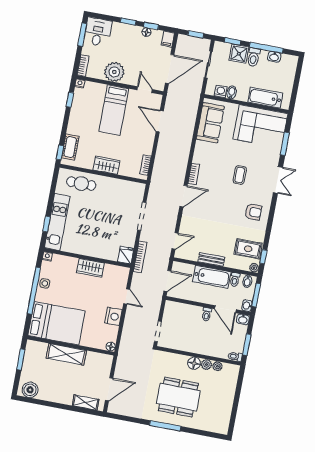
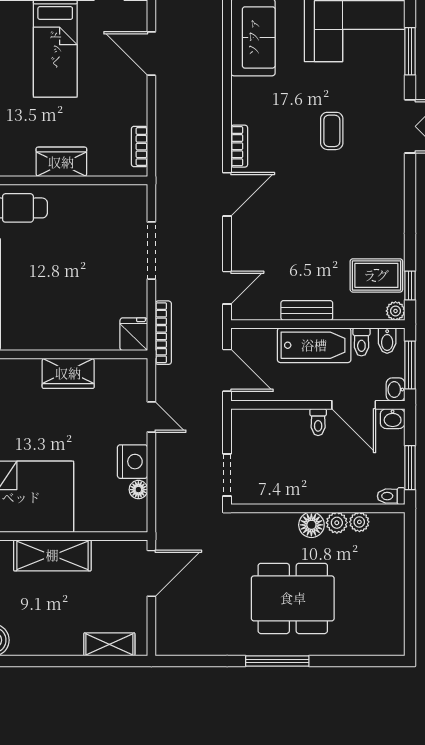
armchair: (253, 212) -> (373, 200), removed
door: (167, 281) -> (227, 370), hinge flipped
floor lamp: (111, 347) -> (138, 490), moved
door: (109, 389) -> (151, 573), moved

